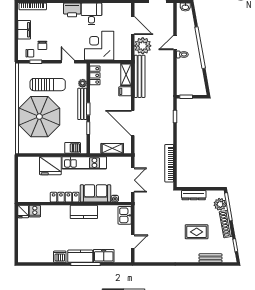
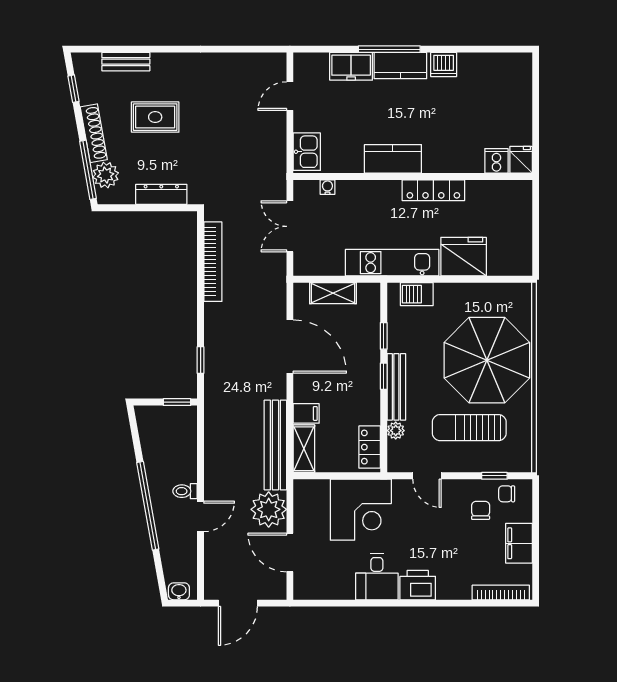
sofa: (95, 193) -> (368, 198), removed

